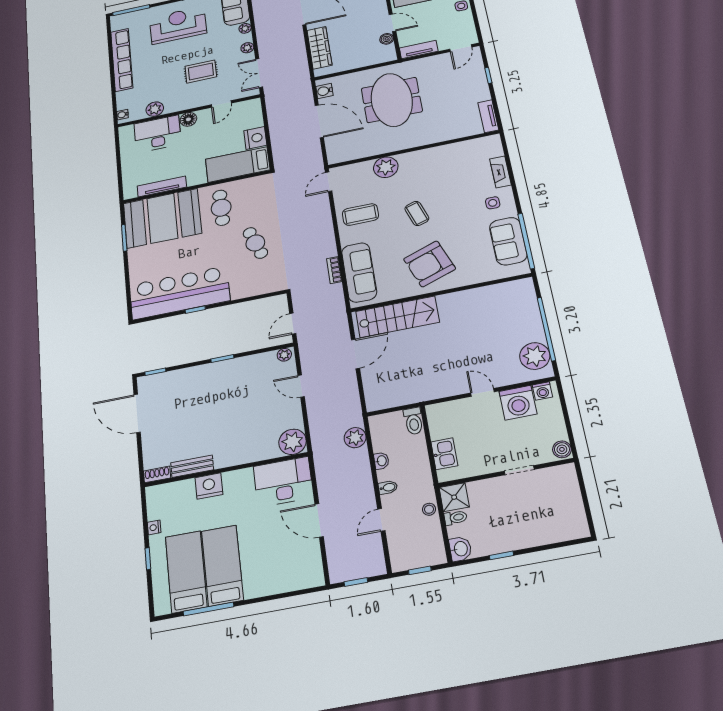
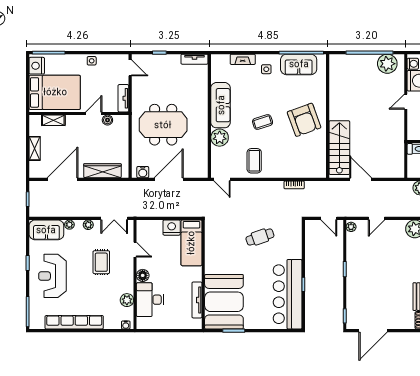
cafe table: (221, 208) -> (225, 258), removed
sofa: (359, 272) -> (221, 105), moved, turned 90

